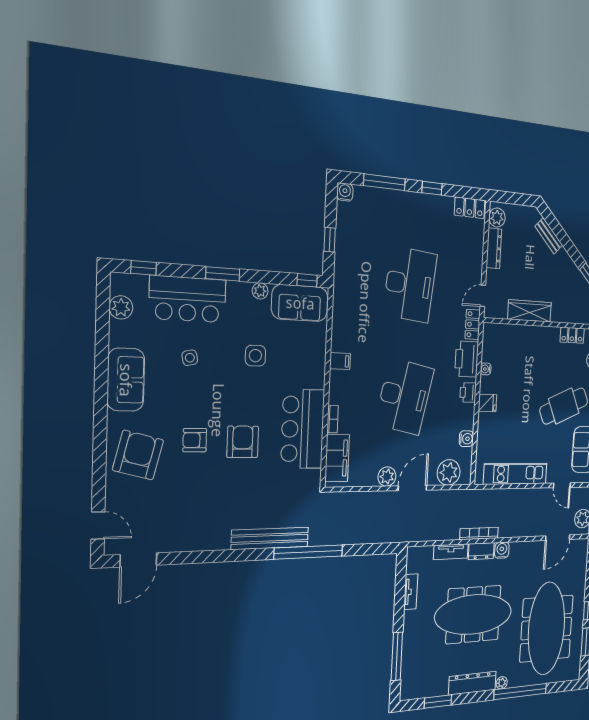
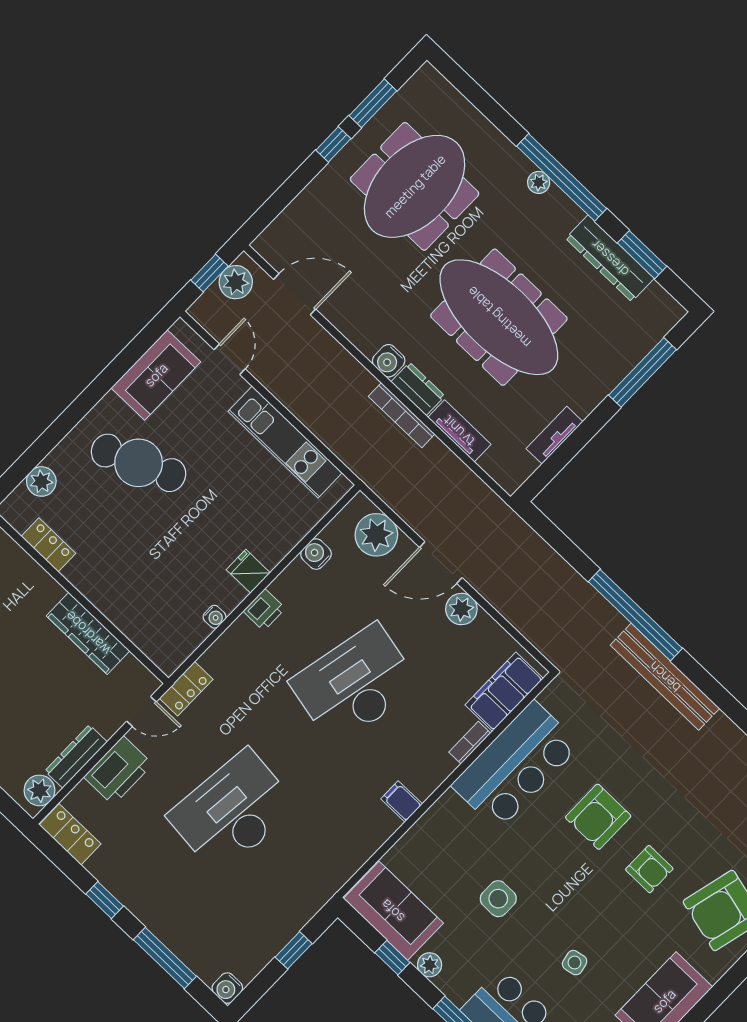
window: (307, 280) -> (392, 958), moved
printer: (467, 359) -> (118, 771), moved
meeting table: (547, 629) -> (415, 186), width x0.73
dresser: (472, 683) -> (610, 258), moved
window: (520, 692) -> (562, 177), moved

